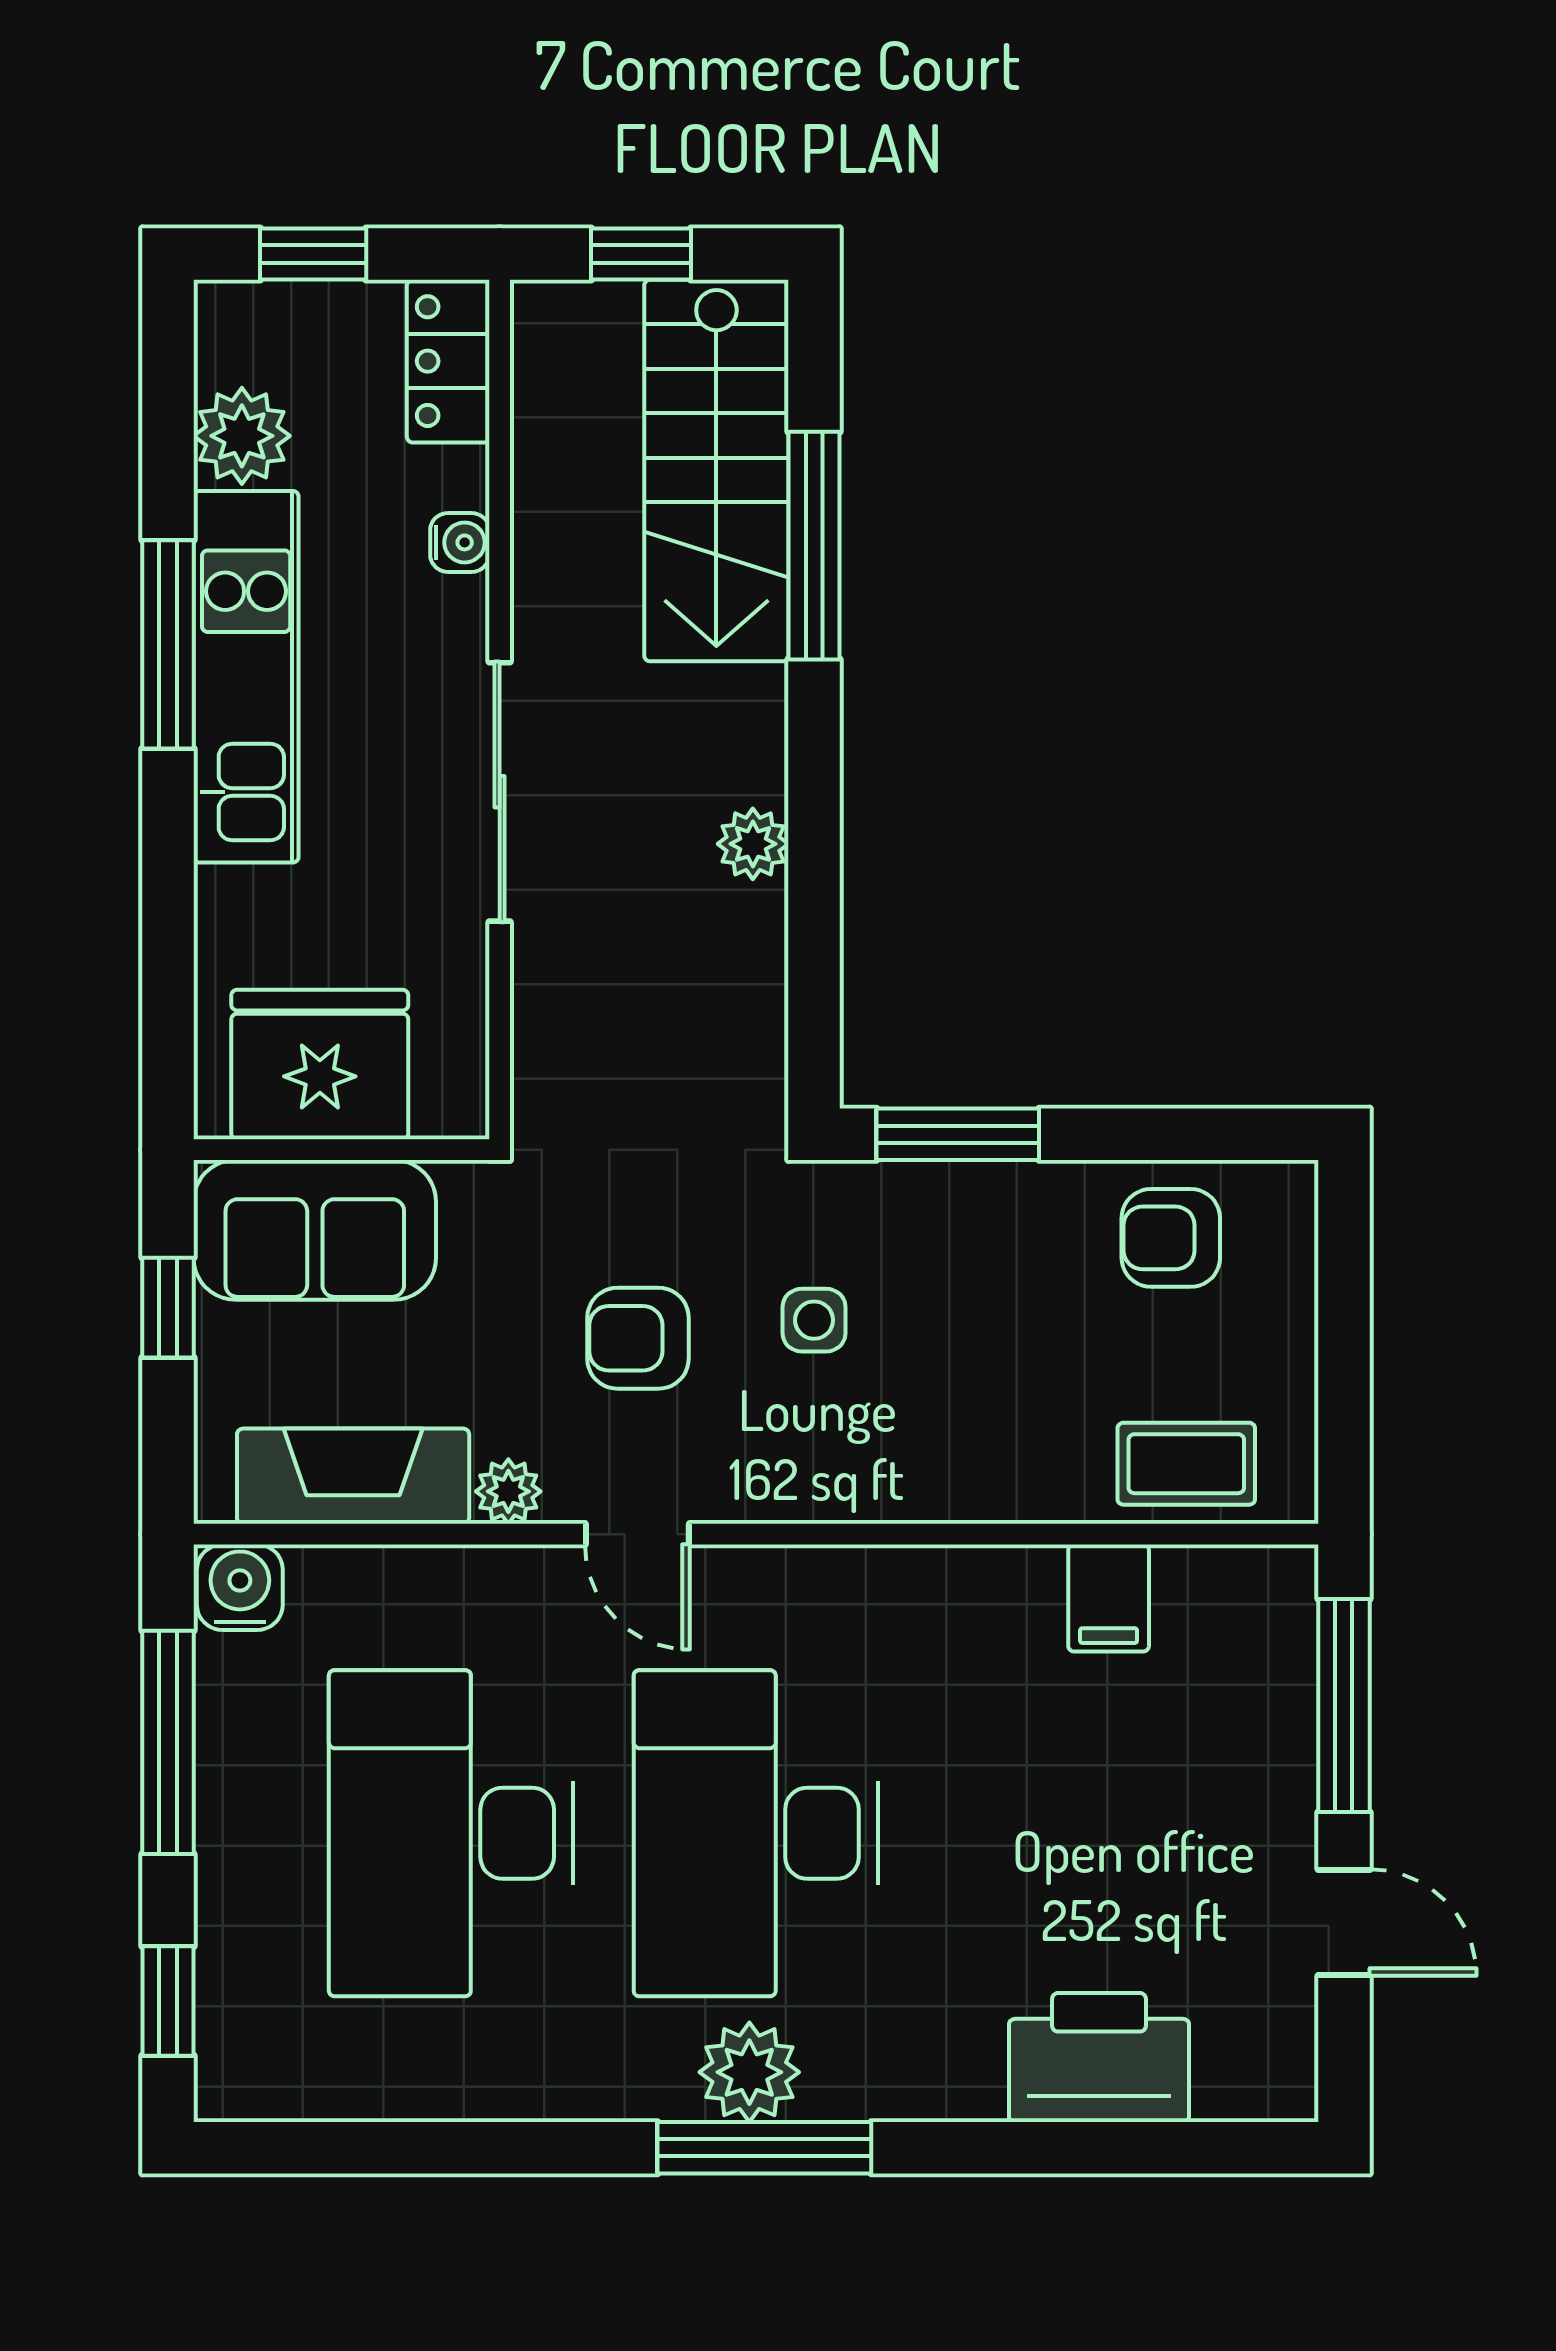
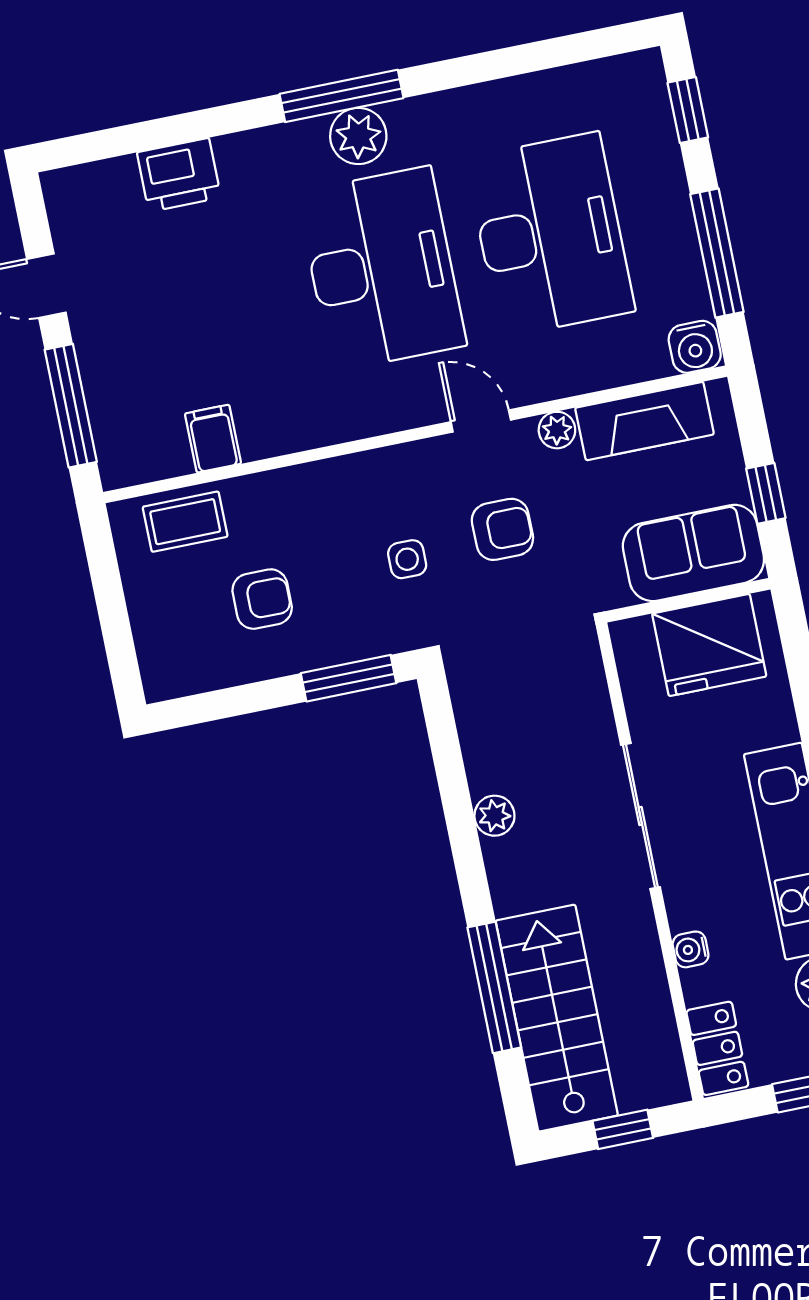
armchair: (1171, 1238) -> (262, 599), moved
printer: (1099, 2057) -> (179, 175), width x0.73, depth x0.84

